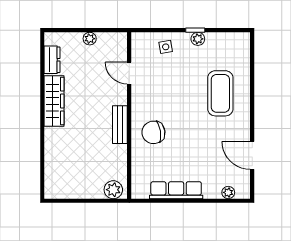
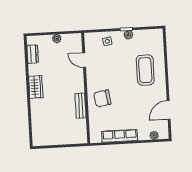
wardrobe: (54, 101) -> (36, 87), width x0.67
bench: (120, 125) -> (81, 106), moved
door: (252, 155) -> (169, 110), hinge flipped
plant: (113, 190) -> (78, 138), removed

